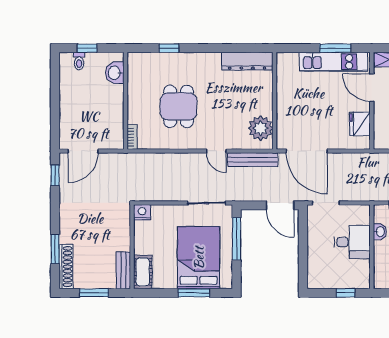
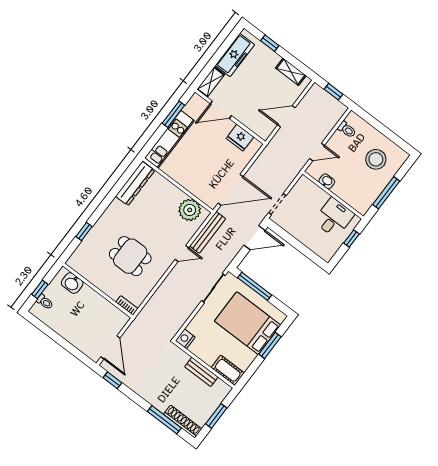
kitchen unit: (333, 62) -> (169, 139), moved
desk: (352, 242) -> (334, 218), moved
window: (55, 249) -> (164, 420), width x1.44
bench: (123, 270) -> (201, 372), moved

